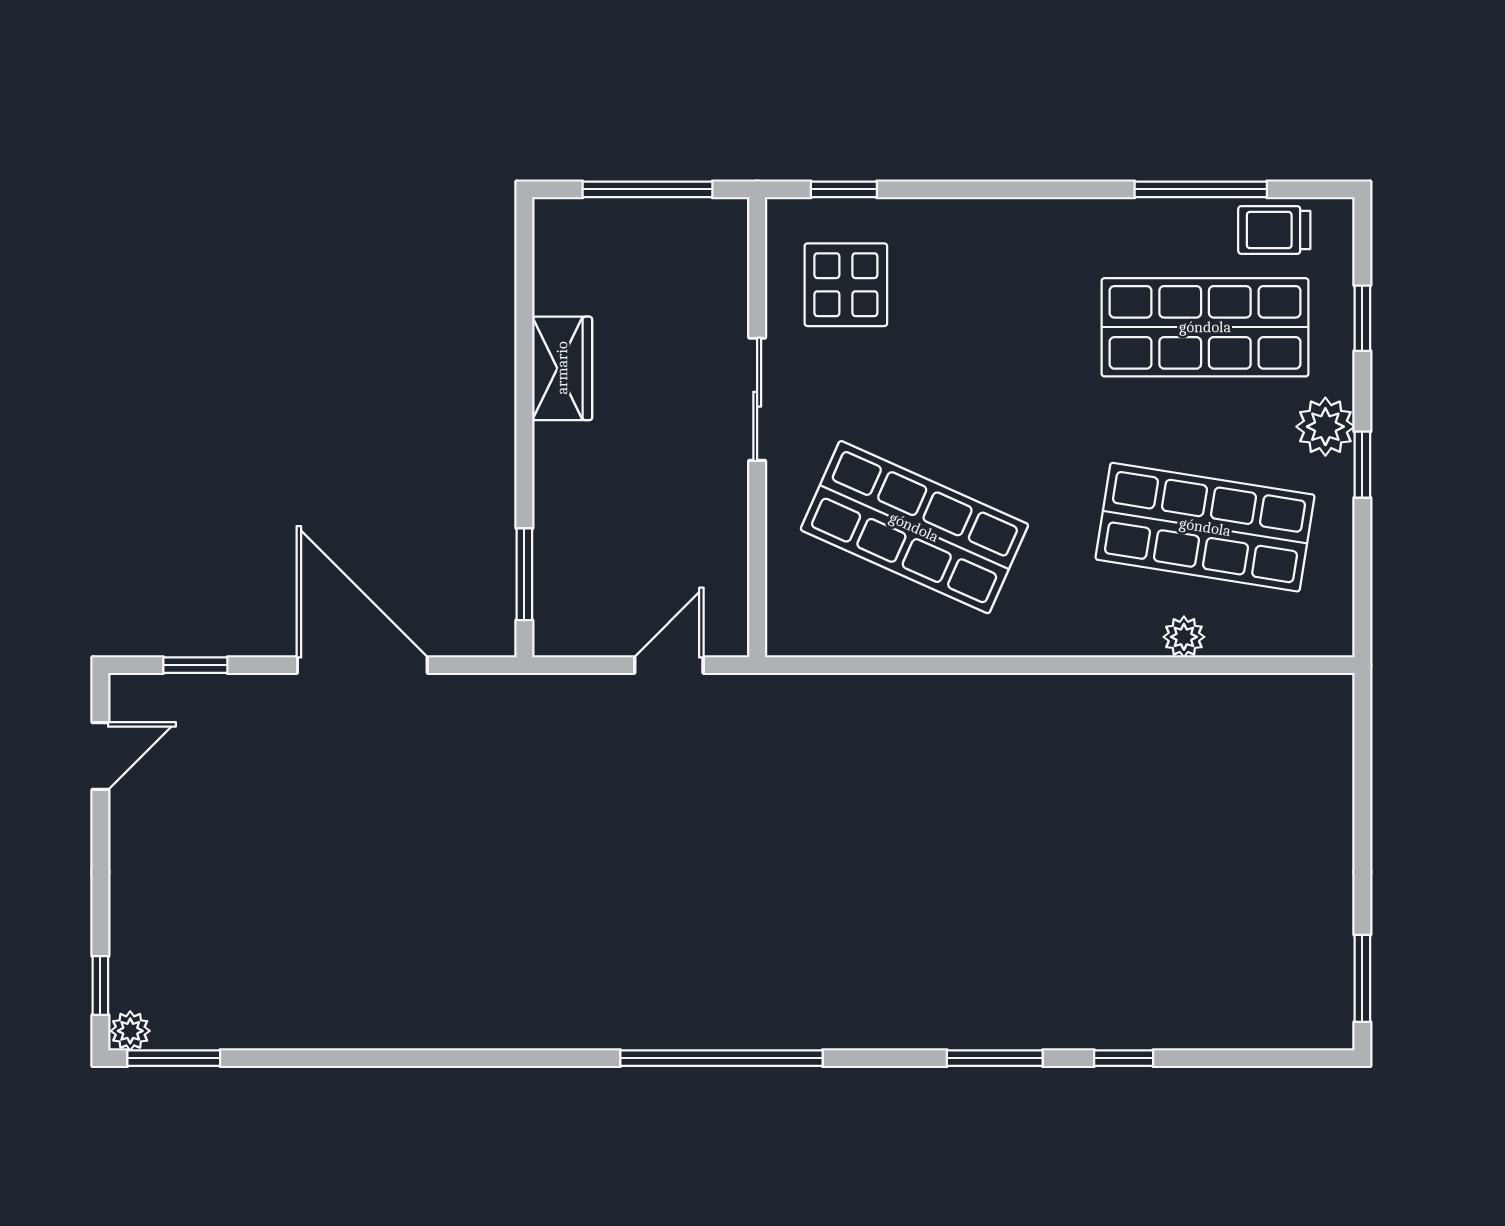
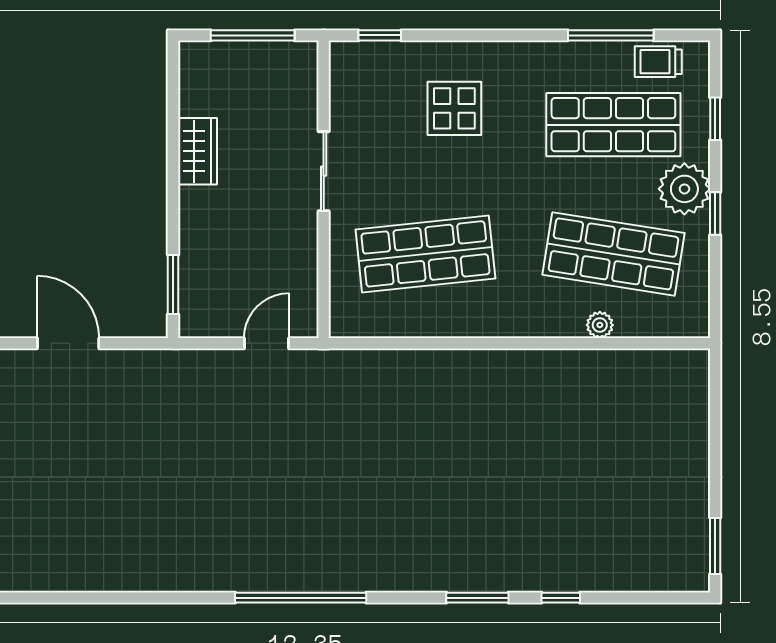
display table: (846, 285) -> (454, 108), moved
plant: (1325, 427) -> (684, 189), width x1.36, depth x1.36
shop shelf: (914, 527) -> (425, 254), turned -30
door: (362, 665) -> (68, 343), width x0.73

